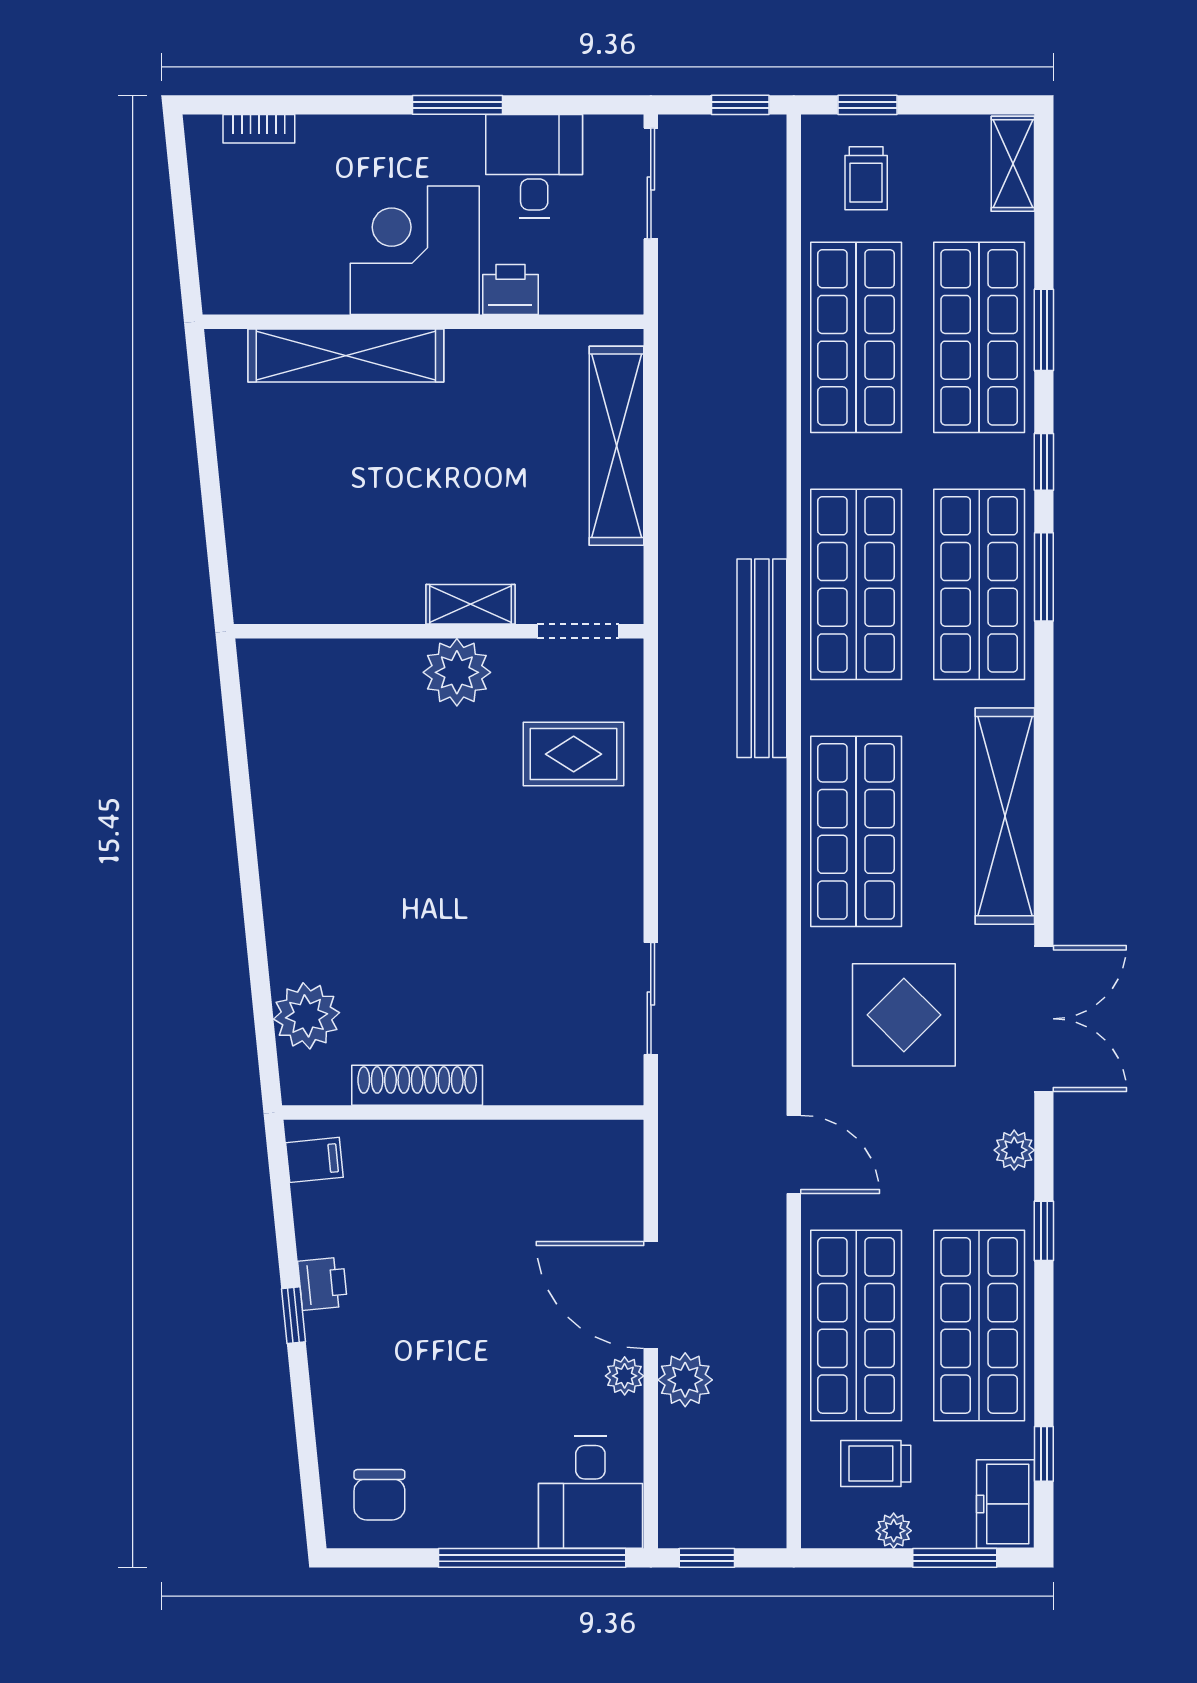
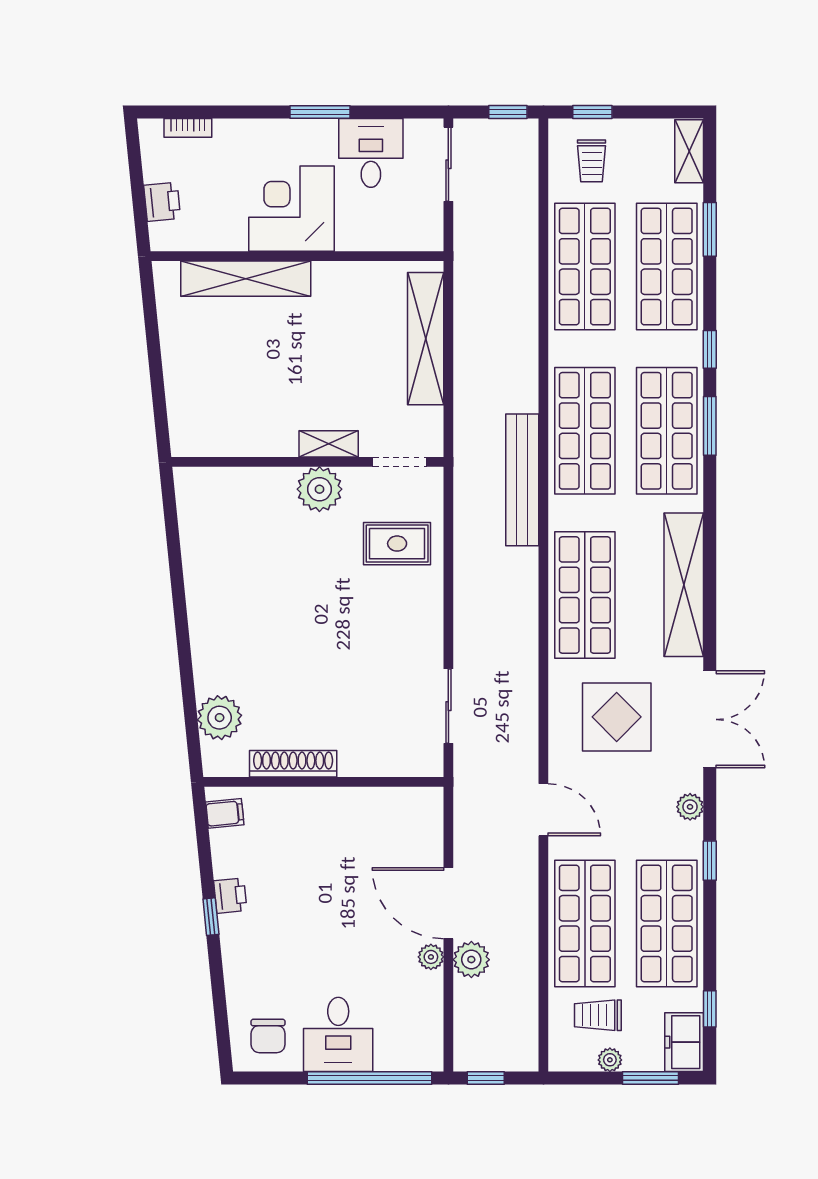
printer: (510, 289) -> (162, 202), moved, turned 84
window: (1044, 330) -> (710, 229), moved
desk: (590, 1492) -> (338, 1034), moved

